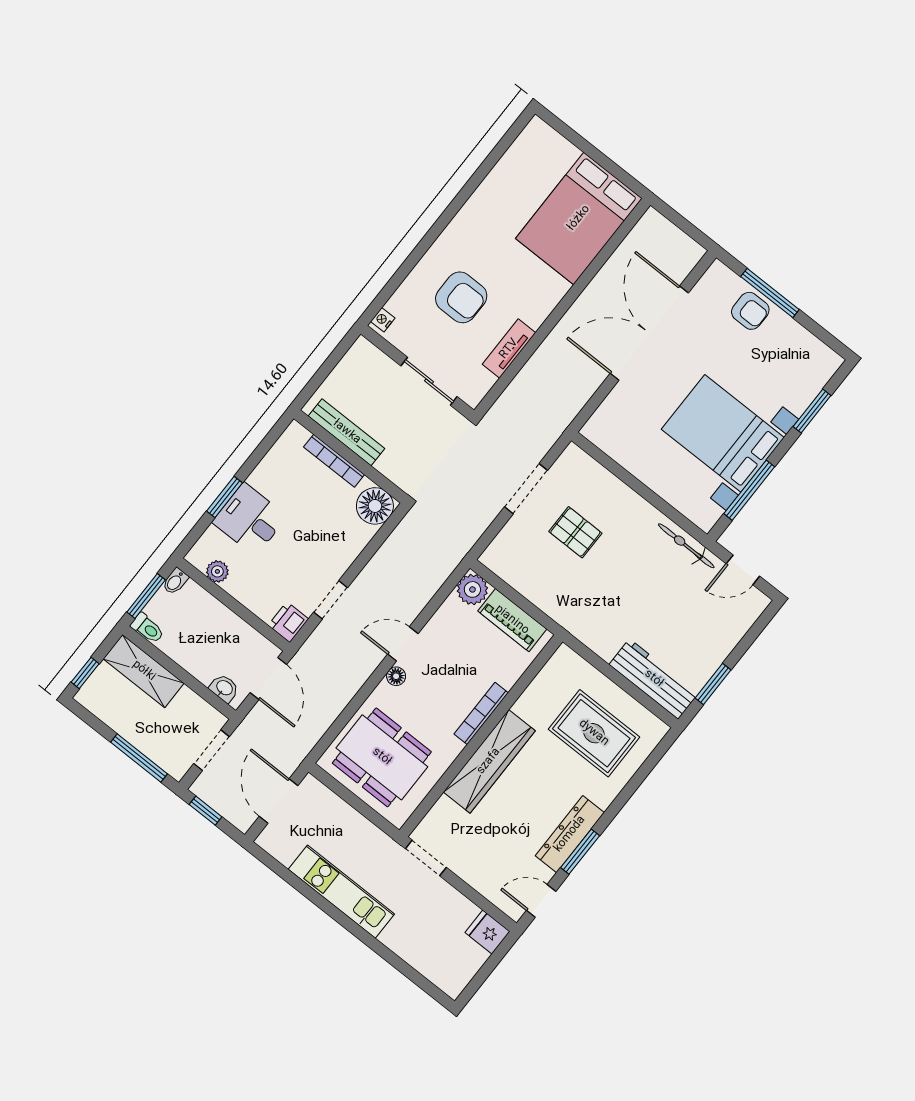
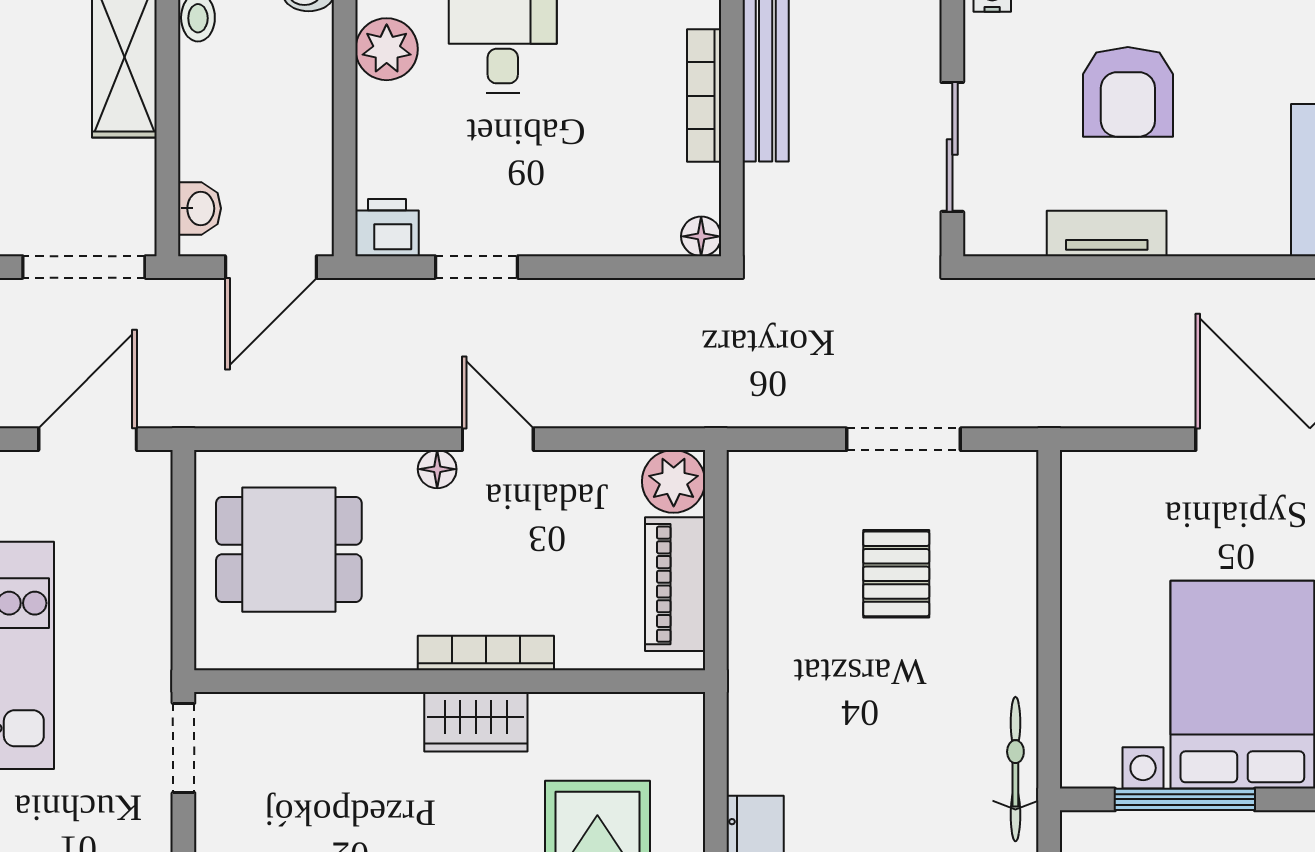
floor lamp: (375, 506) -> (701, 236), width x0.53, depth x0.53
plant: (217, 571) -> (387, 49), width x1.38, depth x1.38
doorway: (212, 750) -> (84, 267), width x1.38
dining table: (382, 757) -> (289, 550), width x0.73
wardrobe: (489, 761) -> (476, 722), width x0.48, depth x0.85

